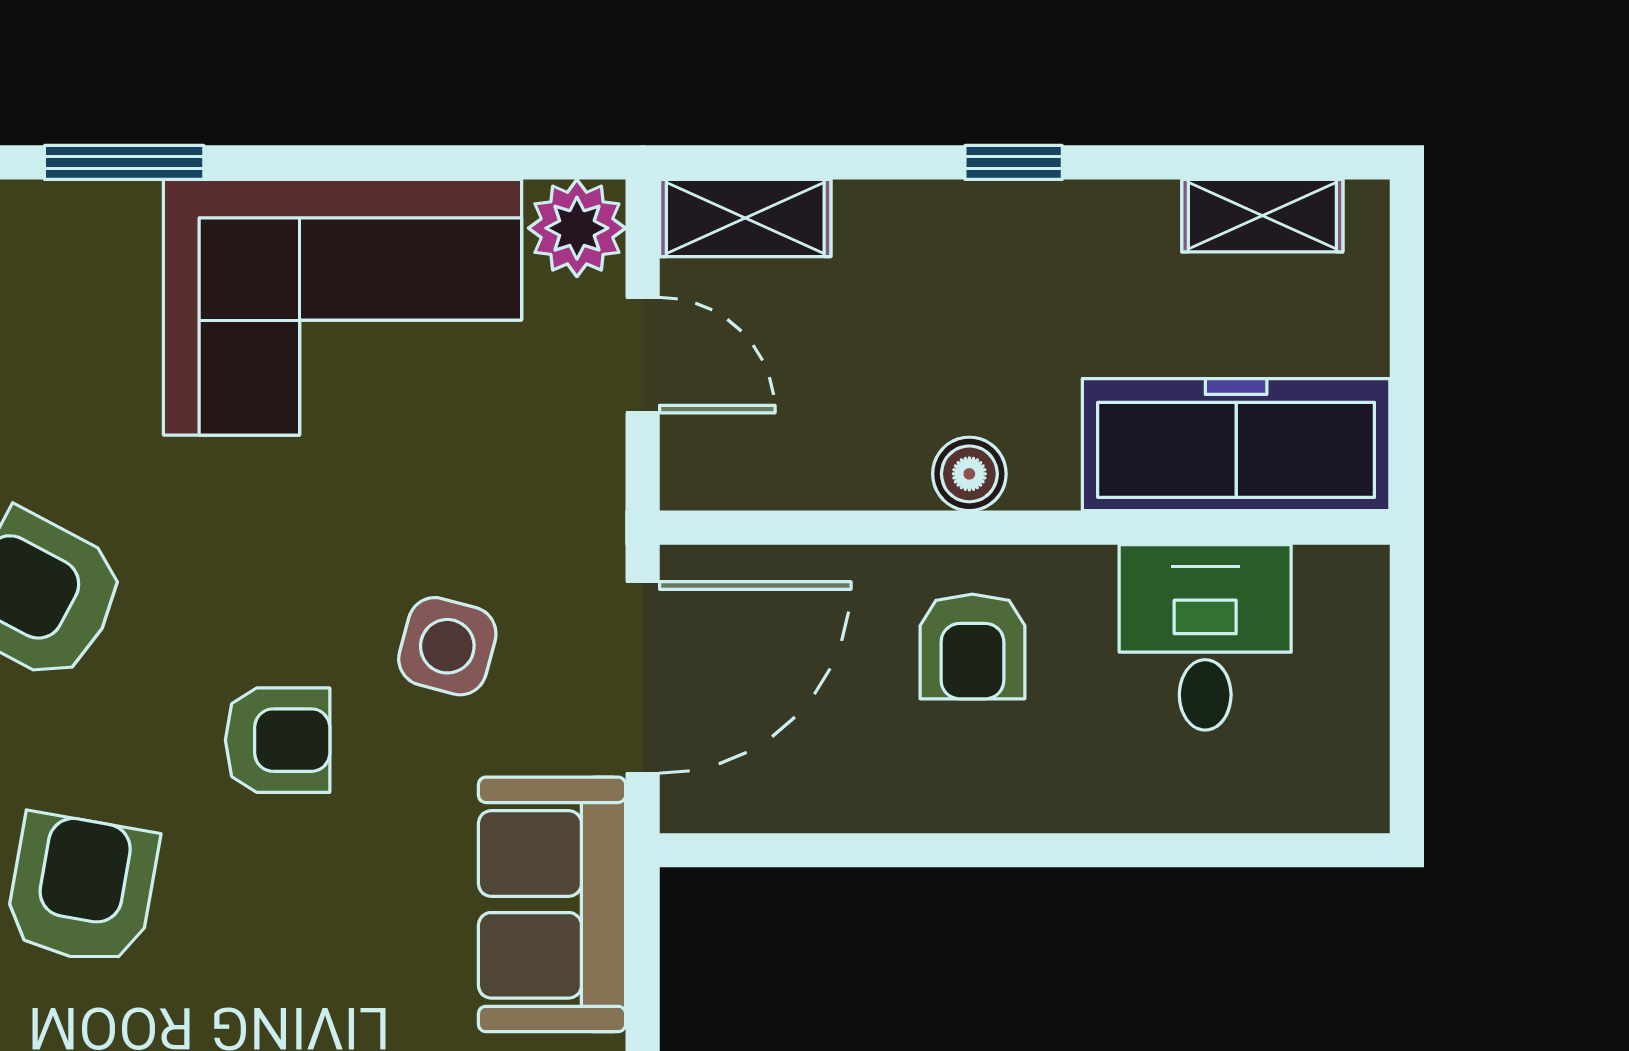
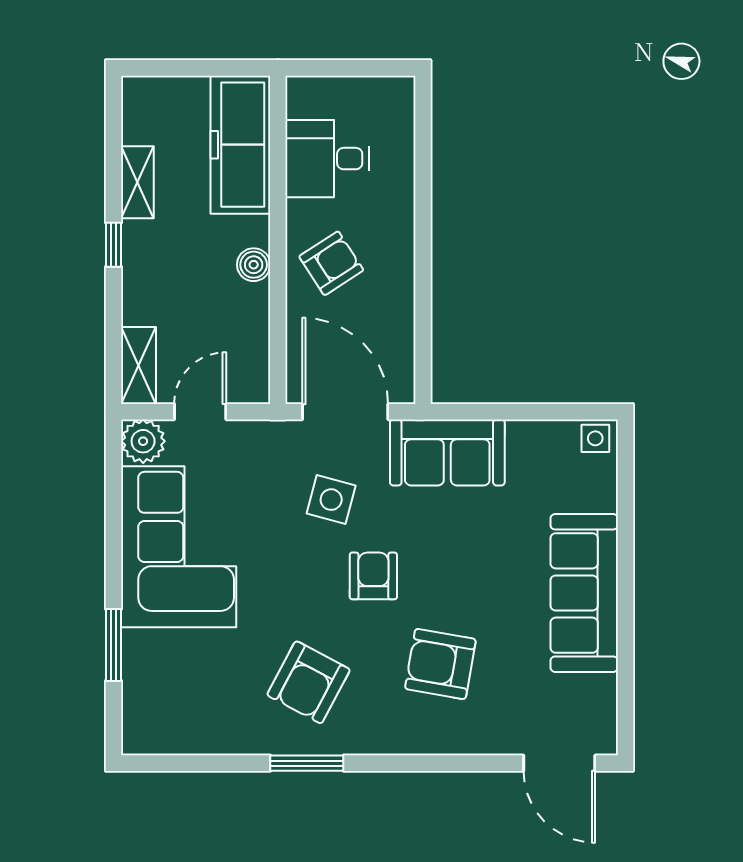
shelving: (1262, 216) -> (137, 182), moved
armchair: (972, 646) -> (331, 263), turned -33

